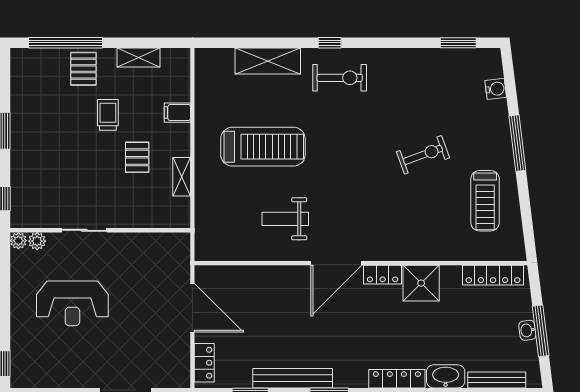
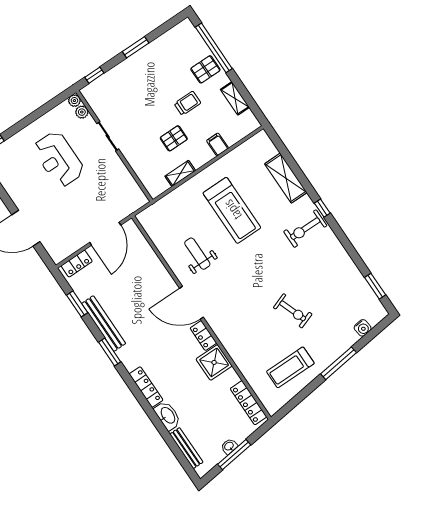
exercise bike: (340, 78) -> (305, 229), turned 90

